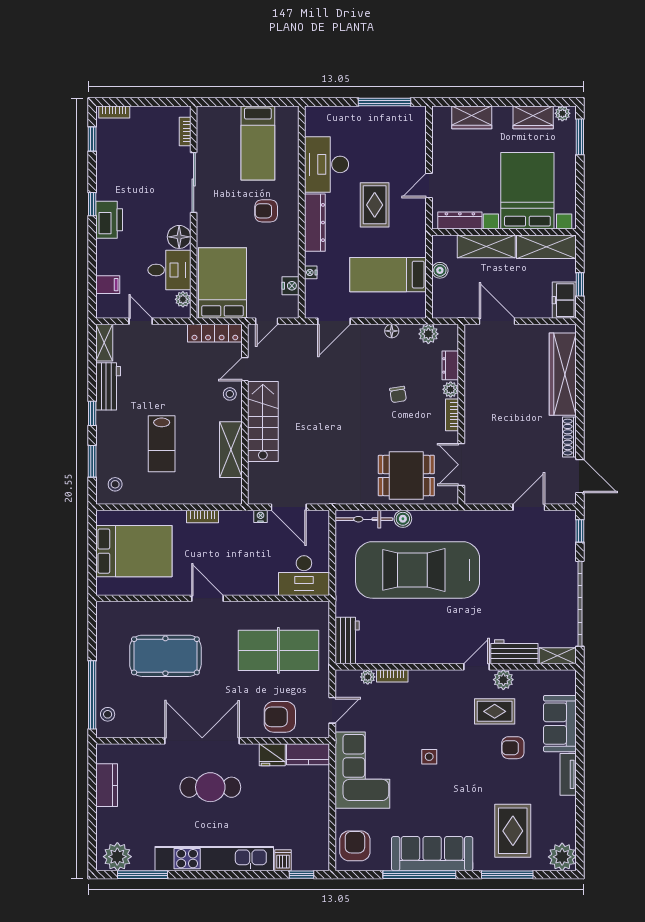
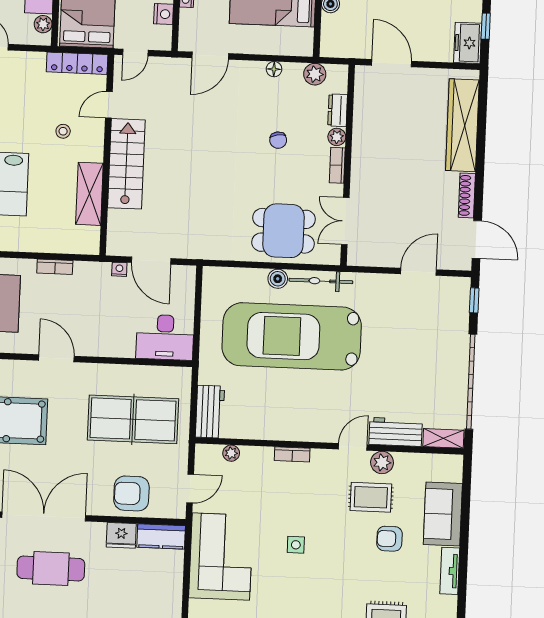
stool: (230, 394) -> (63, 131), moved
bicycle: (364, 519) -> (321, 281), moved
bookcase: (392, 676) -> (292, 454), moved

